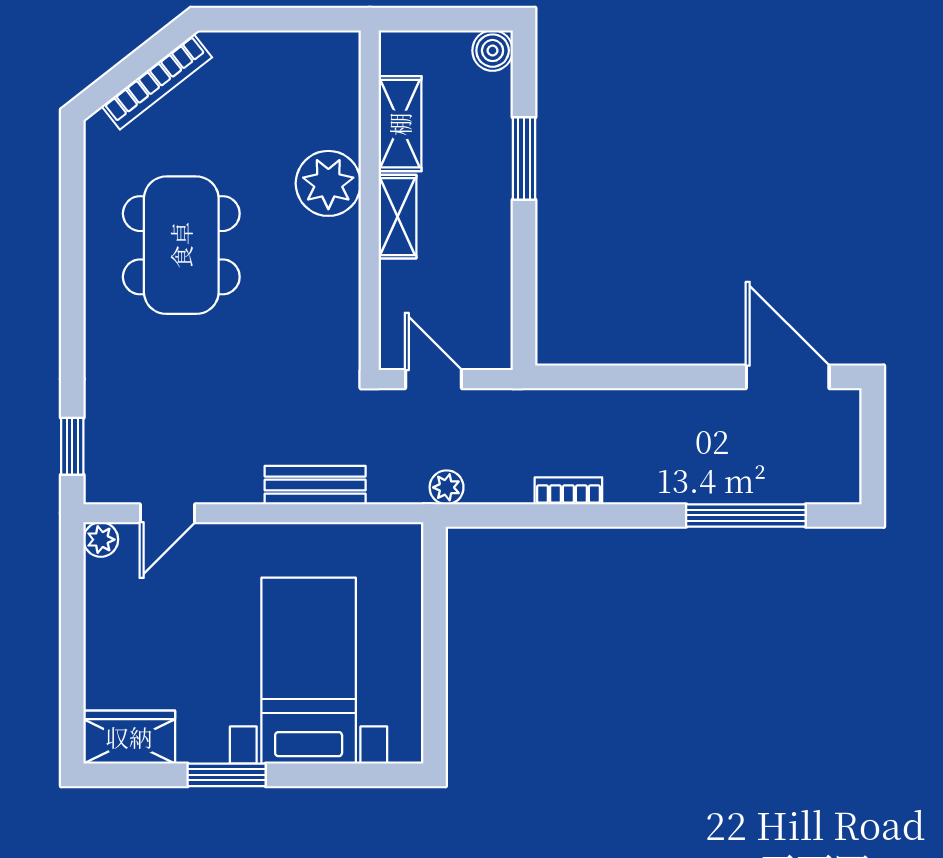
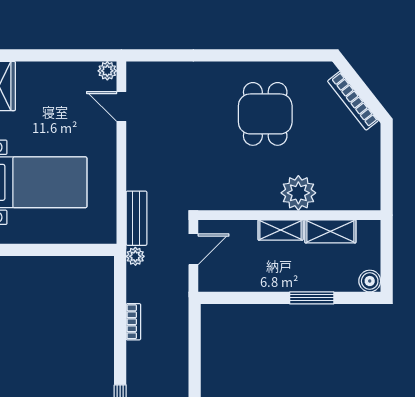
dining table: (181, 245) -> (265, 114), width x0.73
window: (72, 446) -> (157, 55), removed
bench: (315, 485) -> (136, 218), moved

